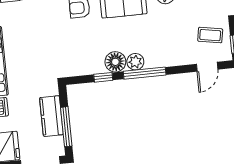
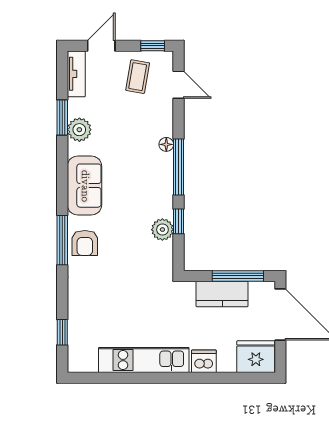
floor lamp: (115, 62) -> (166, 144), moved, width x0.53, depth x0.53
plant: (135, 62) -> (162, 230), moved

